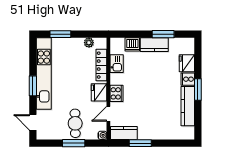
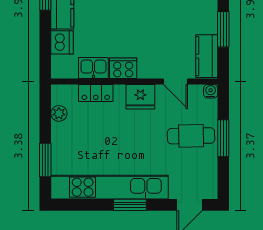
locker: (101, 65) -> (96, 93), width x0.66
cooker: (116, 93) -> (123, 68), moved

